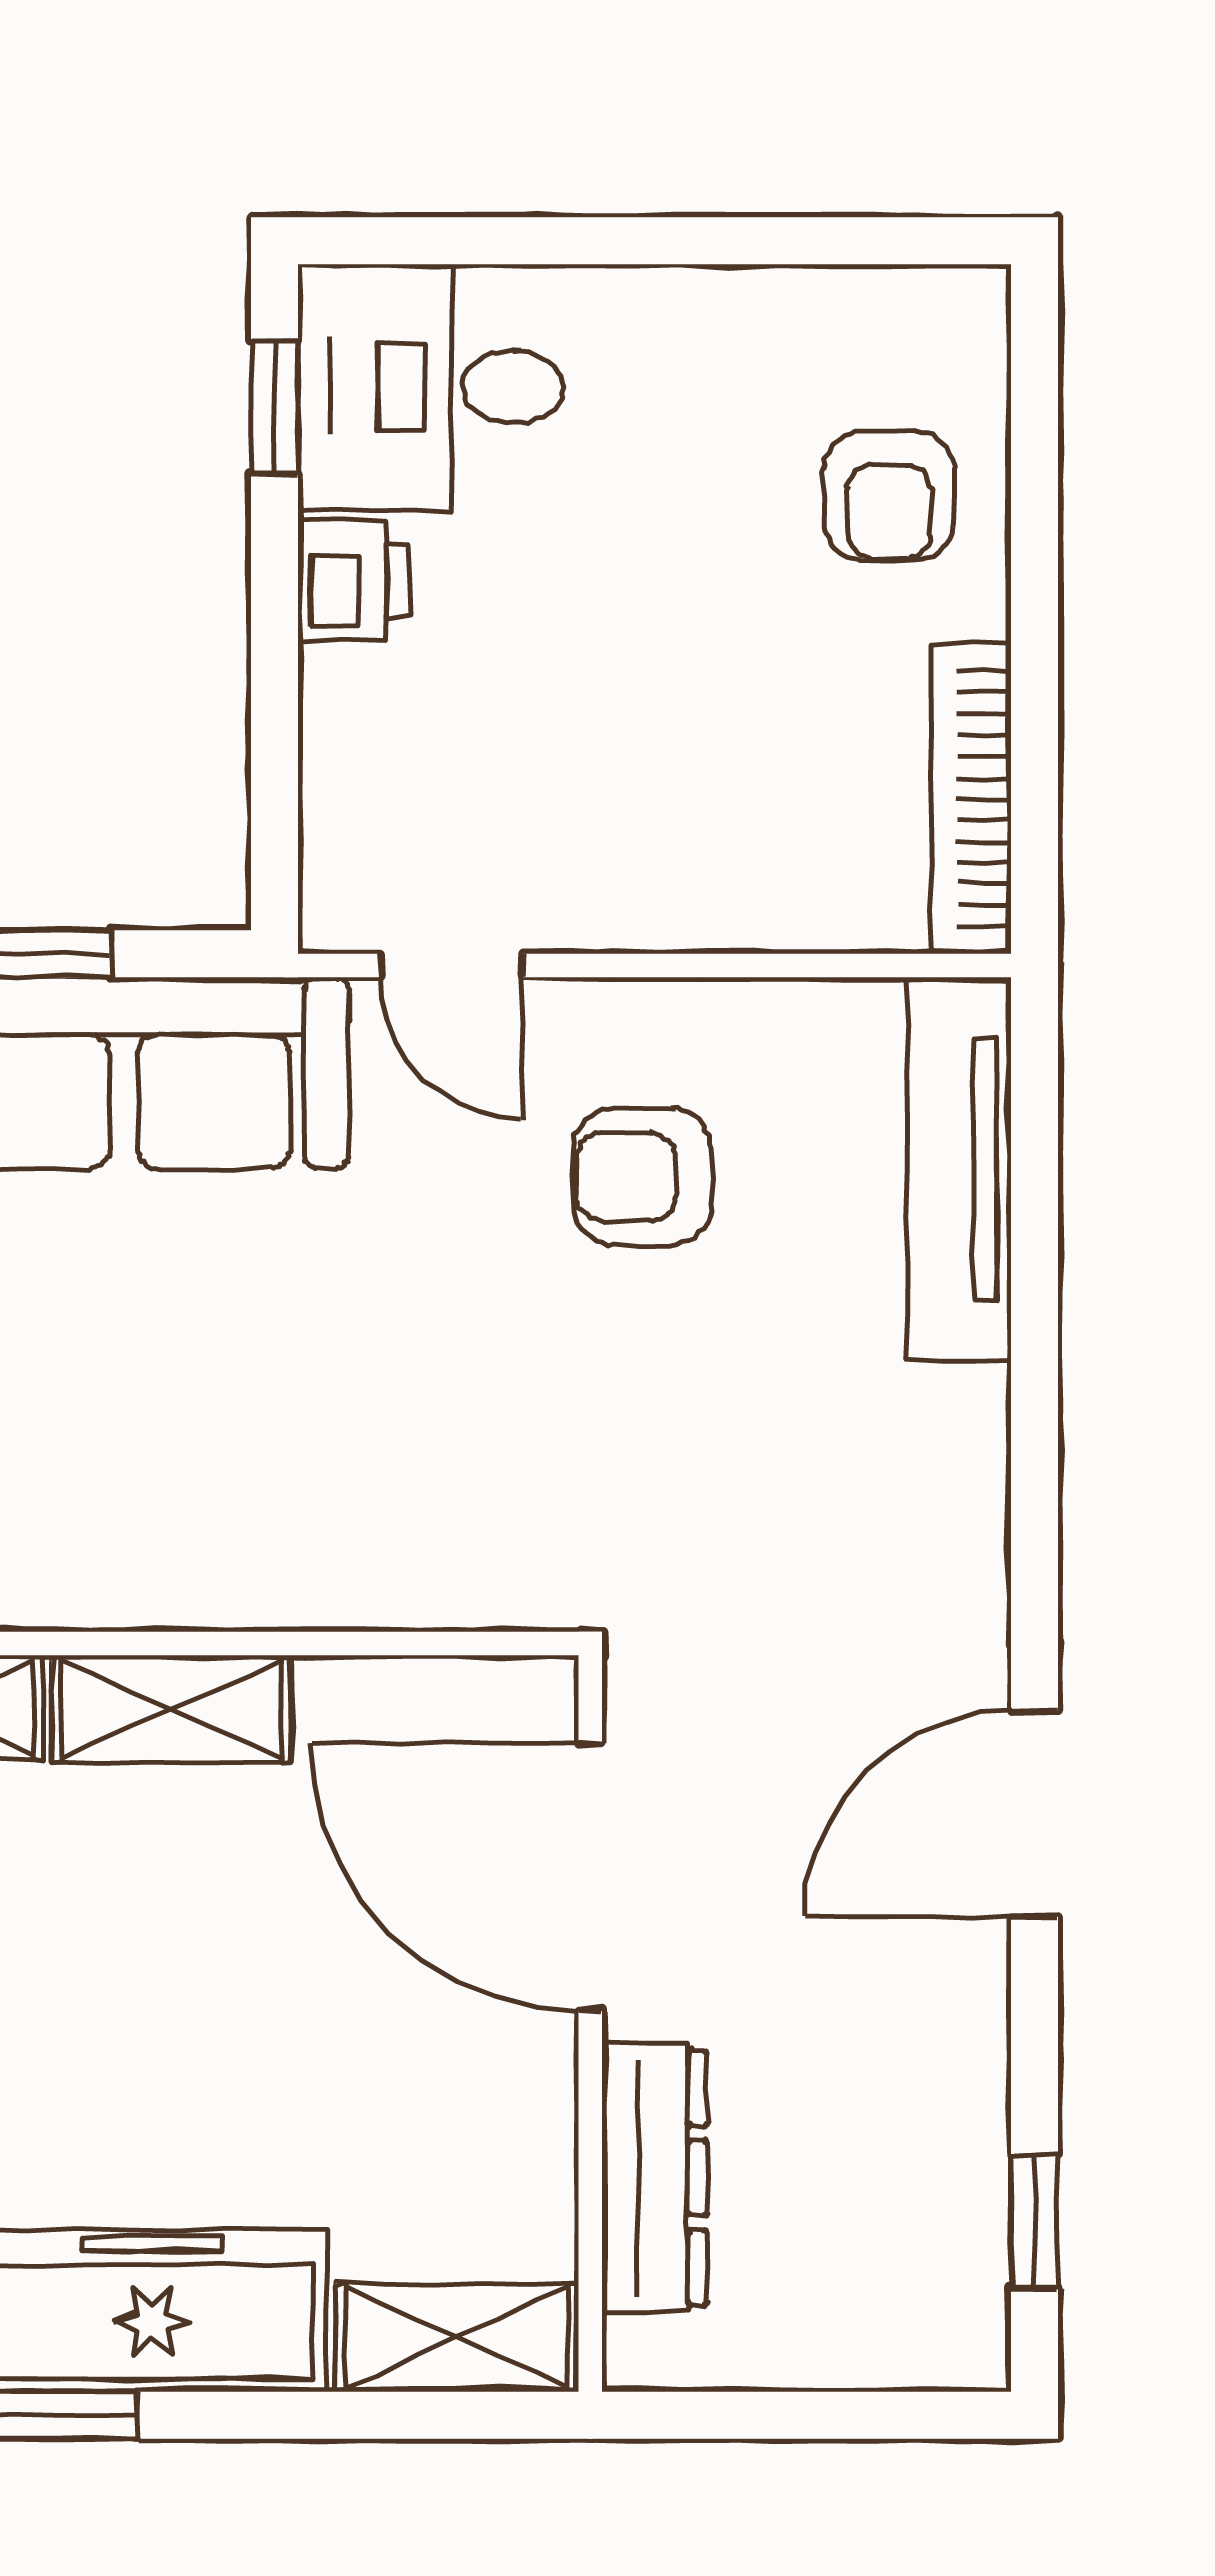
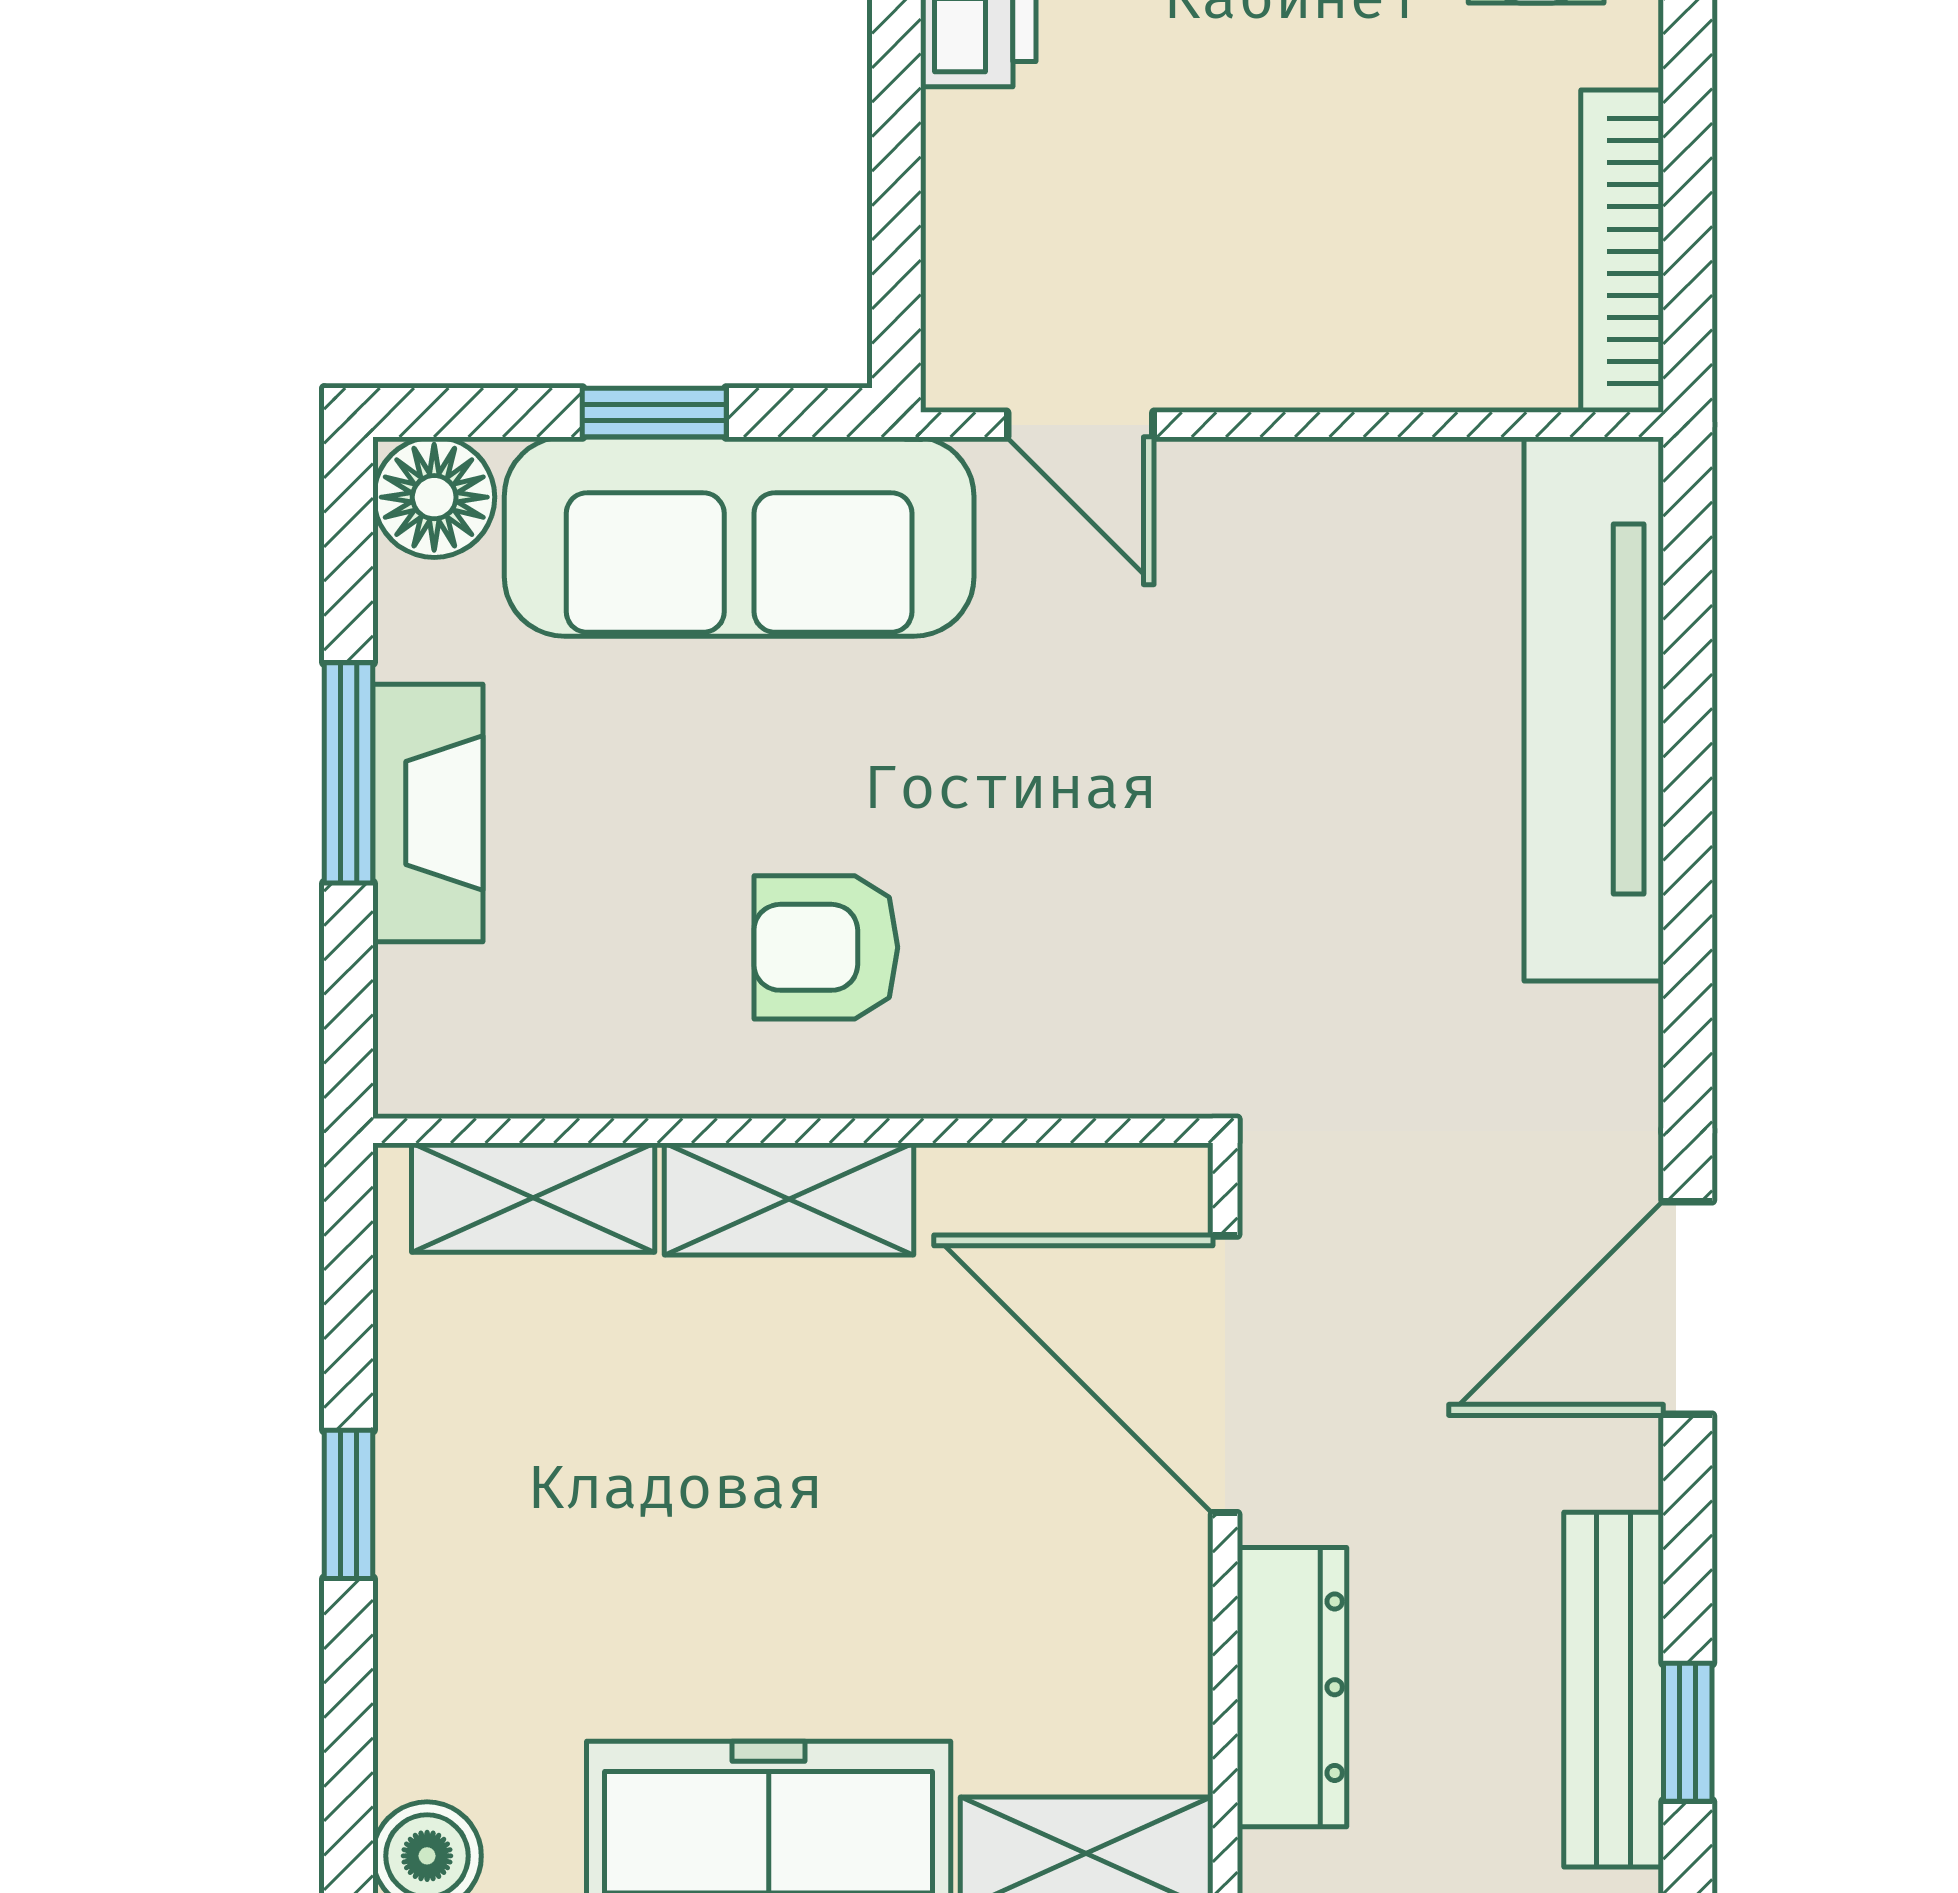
tv unit: (959, 1169) -> (1594, 709), width x1.36, depth x1.29
armchair: (642, 1177) -> (826, 947), moved
bench: (963, 2180) -> (1614, 1690), added

